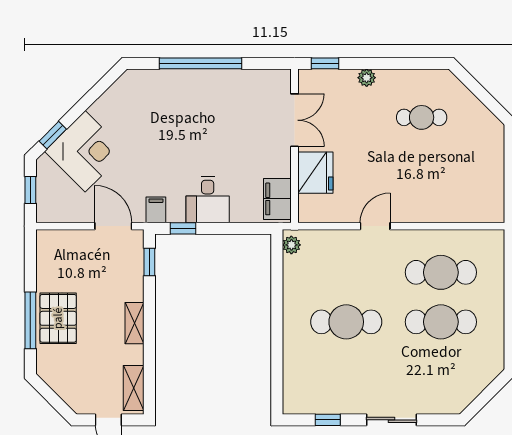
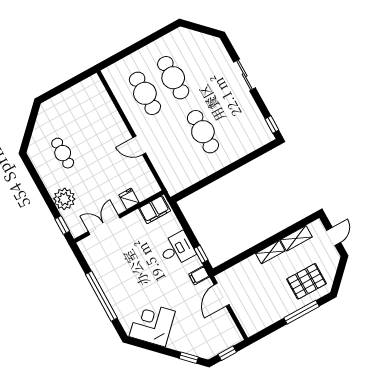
plant: (367, 78) -> (64, 199), width x1.88, depth x1.88
corner desk: (85, 151) -> (152, 324), moved
fridge: (315, 173) -> (129, 199), width x0.53, depth x0.75
plant: (291, 245) -> (176, 187), removed
window: (149, 262) -> (231, 263), removed
pallet: (58, 318) -> (306, 281), moved
shelving: (134, 388) -> (296, 238), moved
window: (328, 420) -> (272, 125), moved

